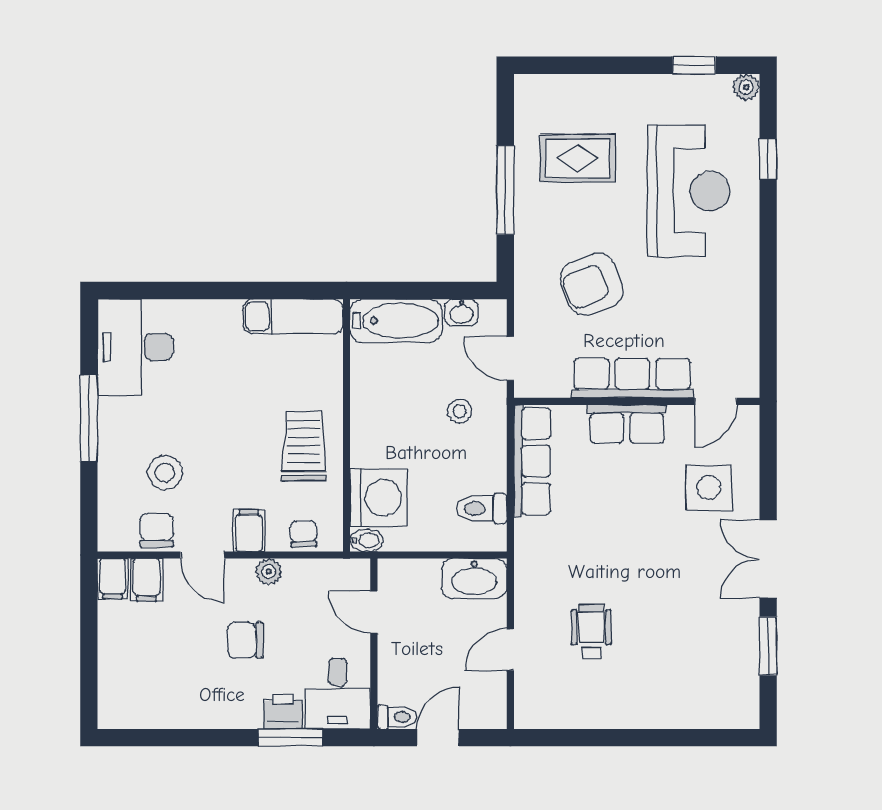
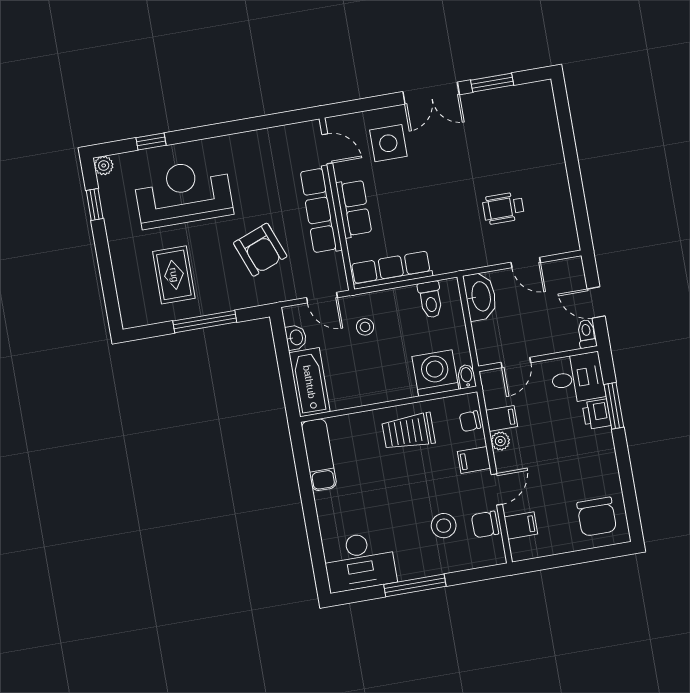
door: (510, 358) -> (322, 298), hinge flipped
filing cabinet: (113, 579) -> (502, 418), moved
chair: (245, 640) -> (597, 517), moved, width x1.37, depth x1.37

